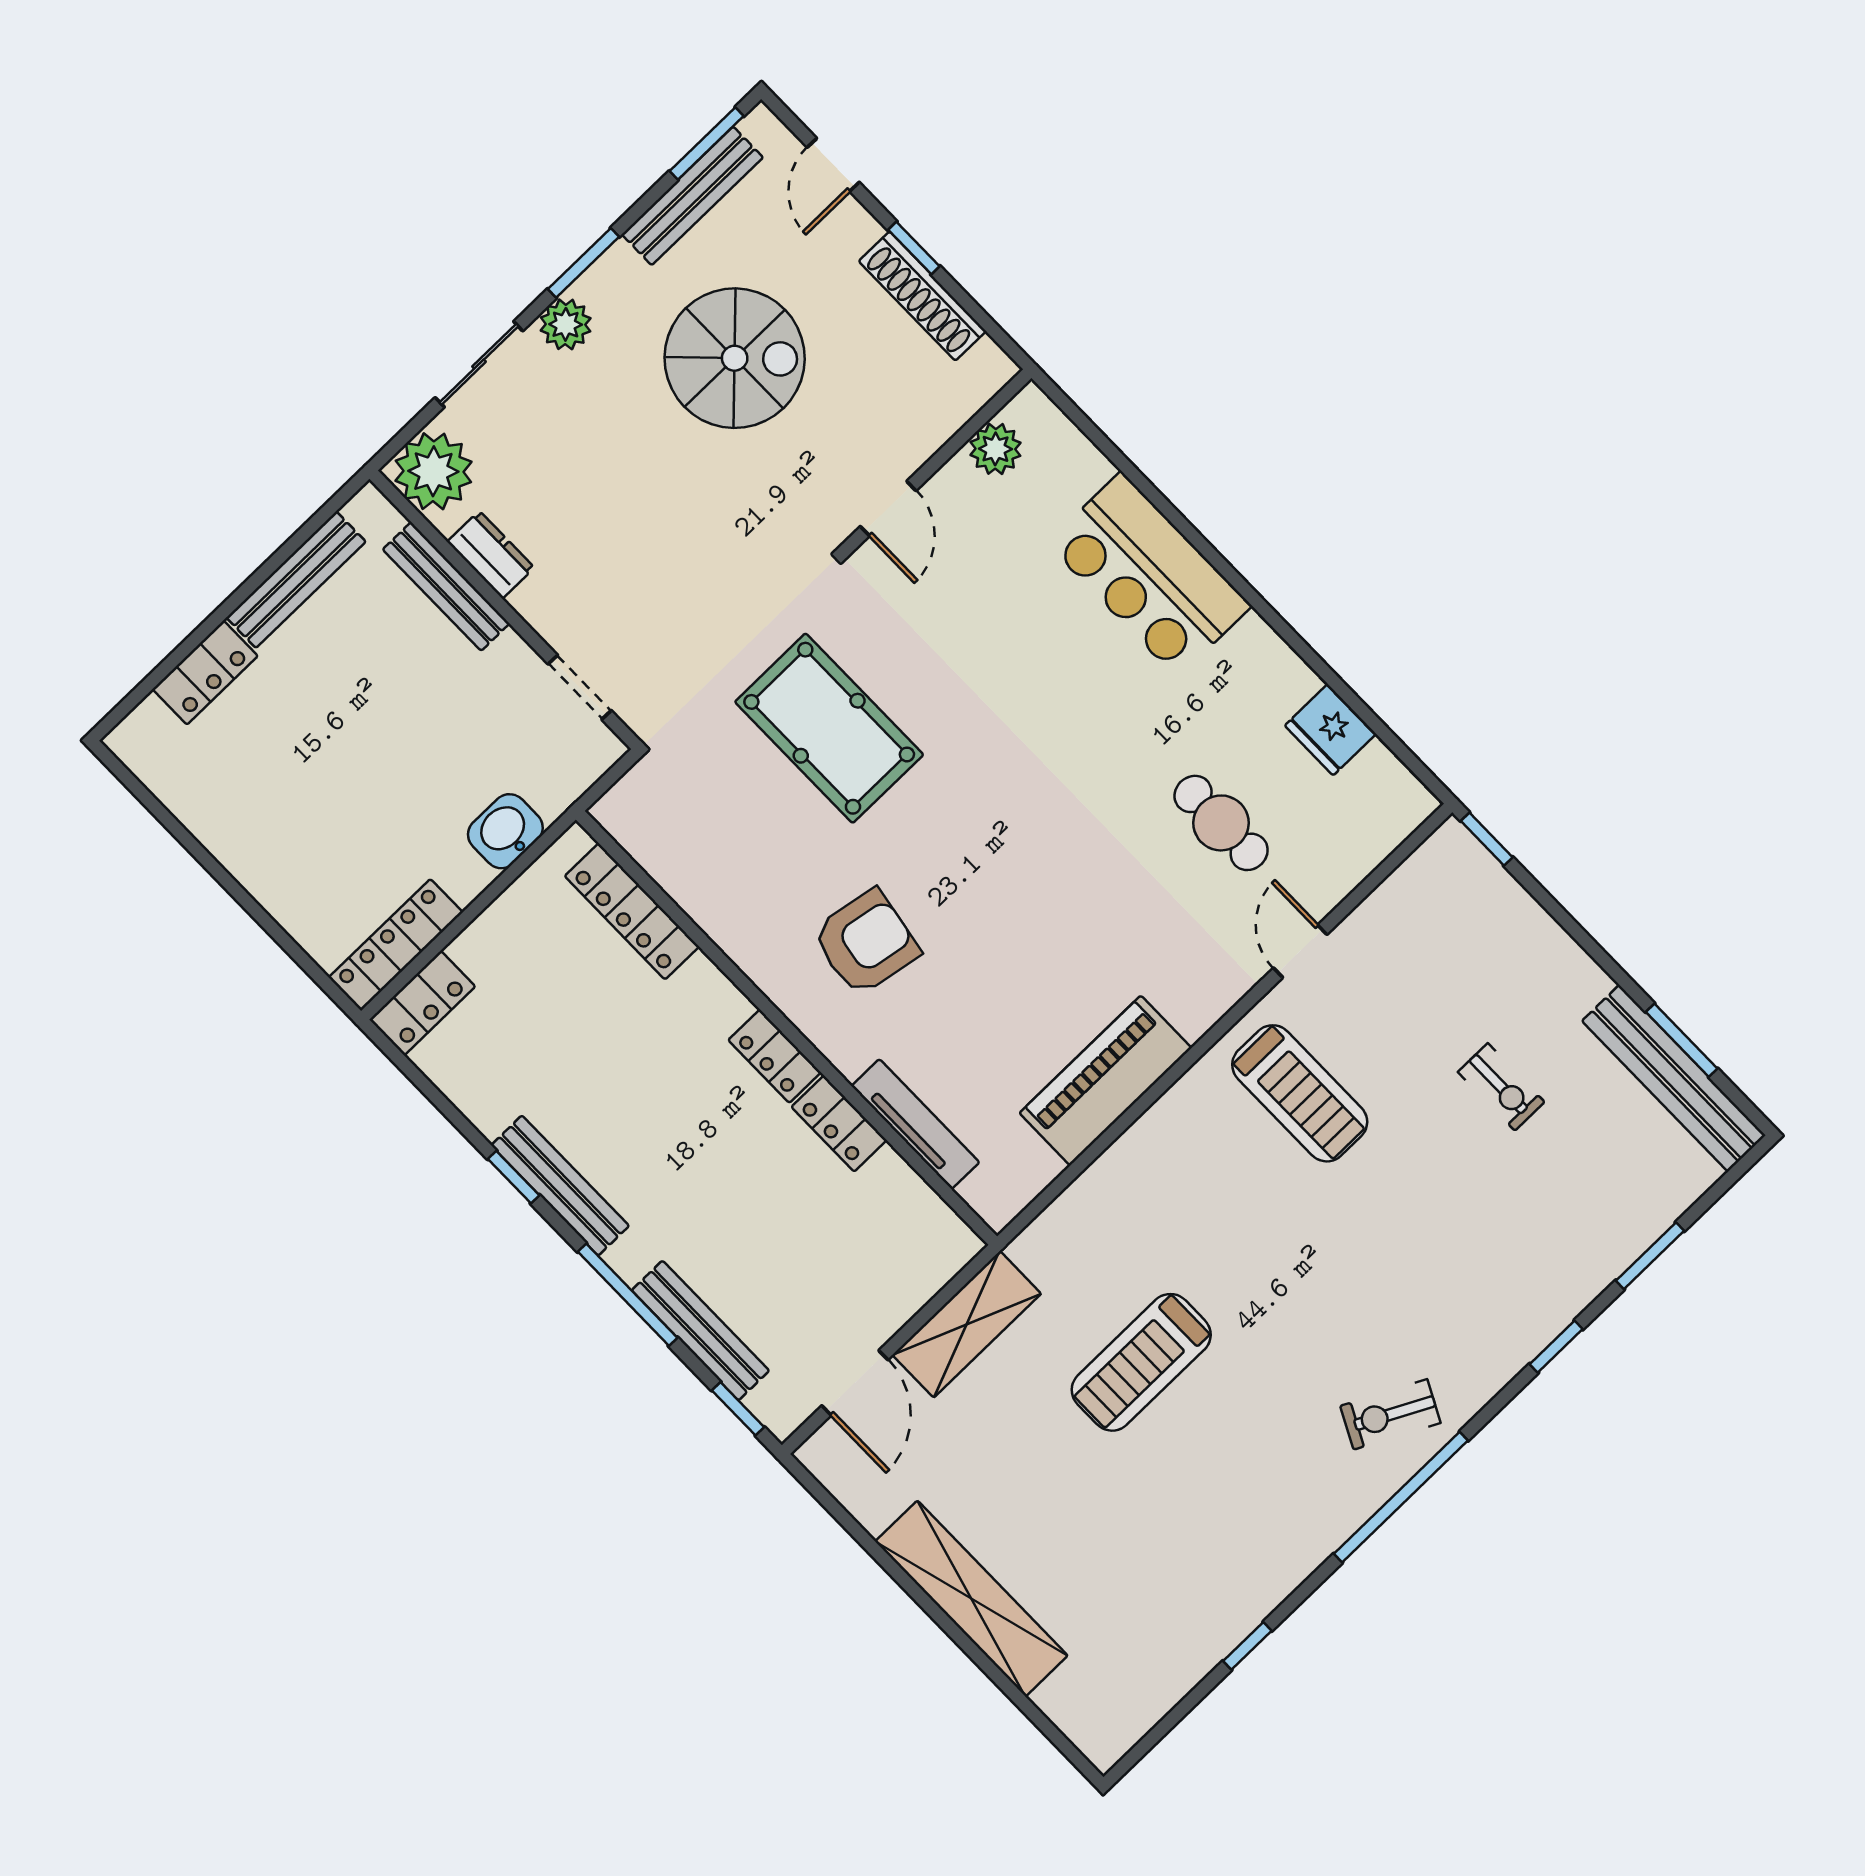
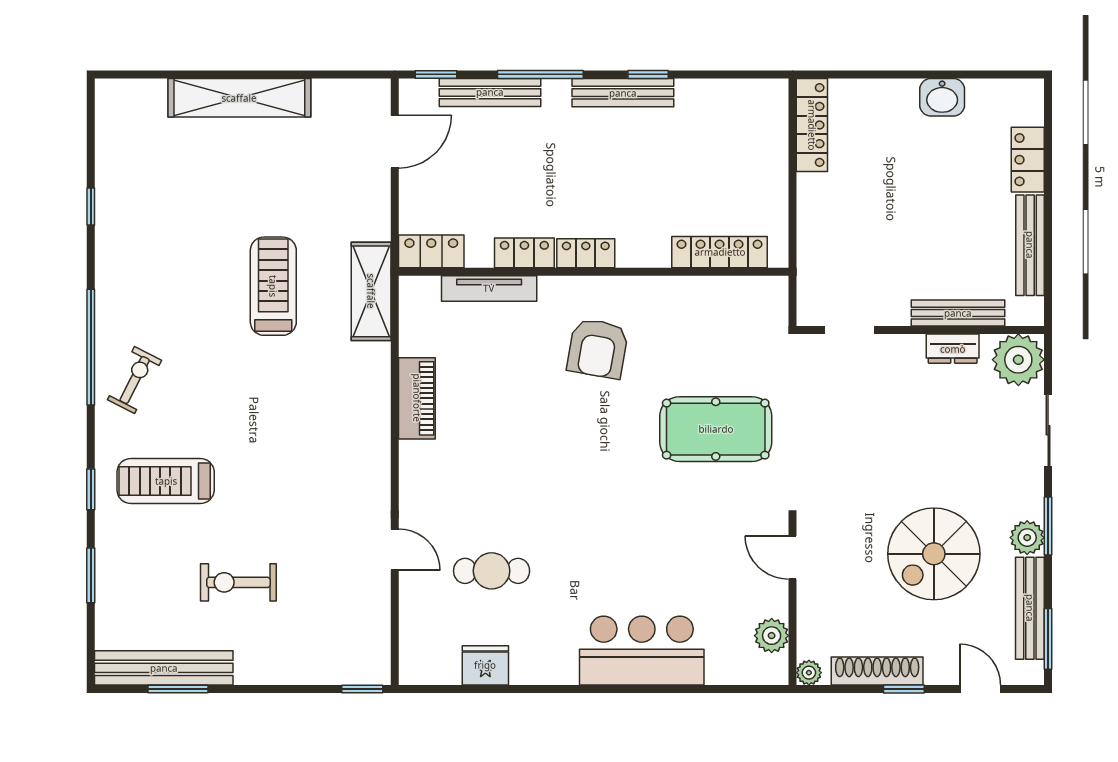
plant: (566, 324) -> (1027, 538), moved
plant: (996, 369) -> (809, 673), added
washbasin: (505, 831) -> (942, 97), moved, turned 90
locker: (422, 1003) -> (431, 251), moved, turned 90
piano: (1105, 1081) -> (417, 398), width x0.73, depth x0.75
exercise bike: (1501, 1087) -> (238, 582), width x1.38, depth x1.39
treadmill: (1300, 1093) -> (166, 481), moved
shelving: (967, 1324) -> (371, 291), moved
door: (855, 1383) -> (395, 142), swing flipped

